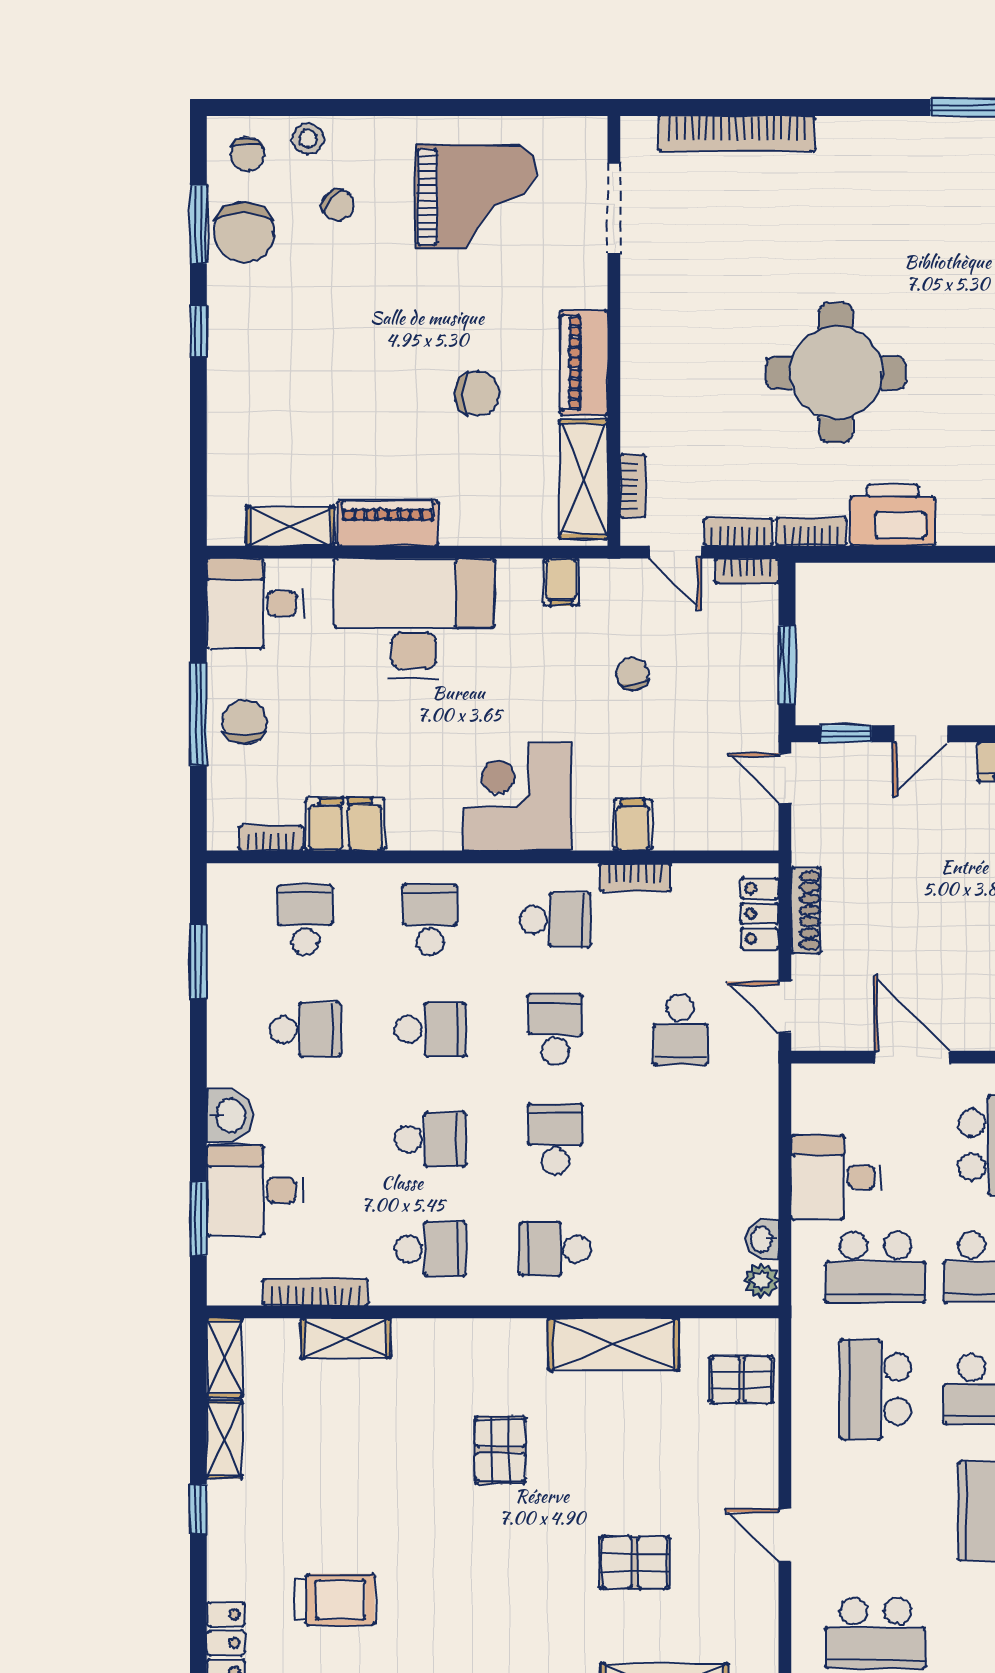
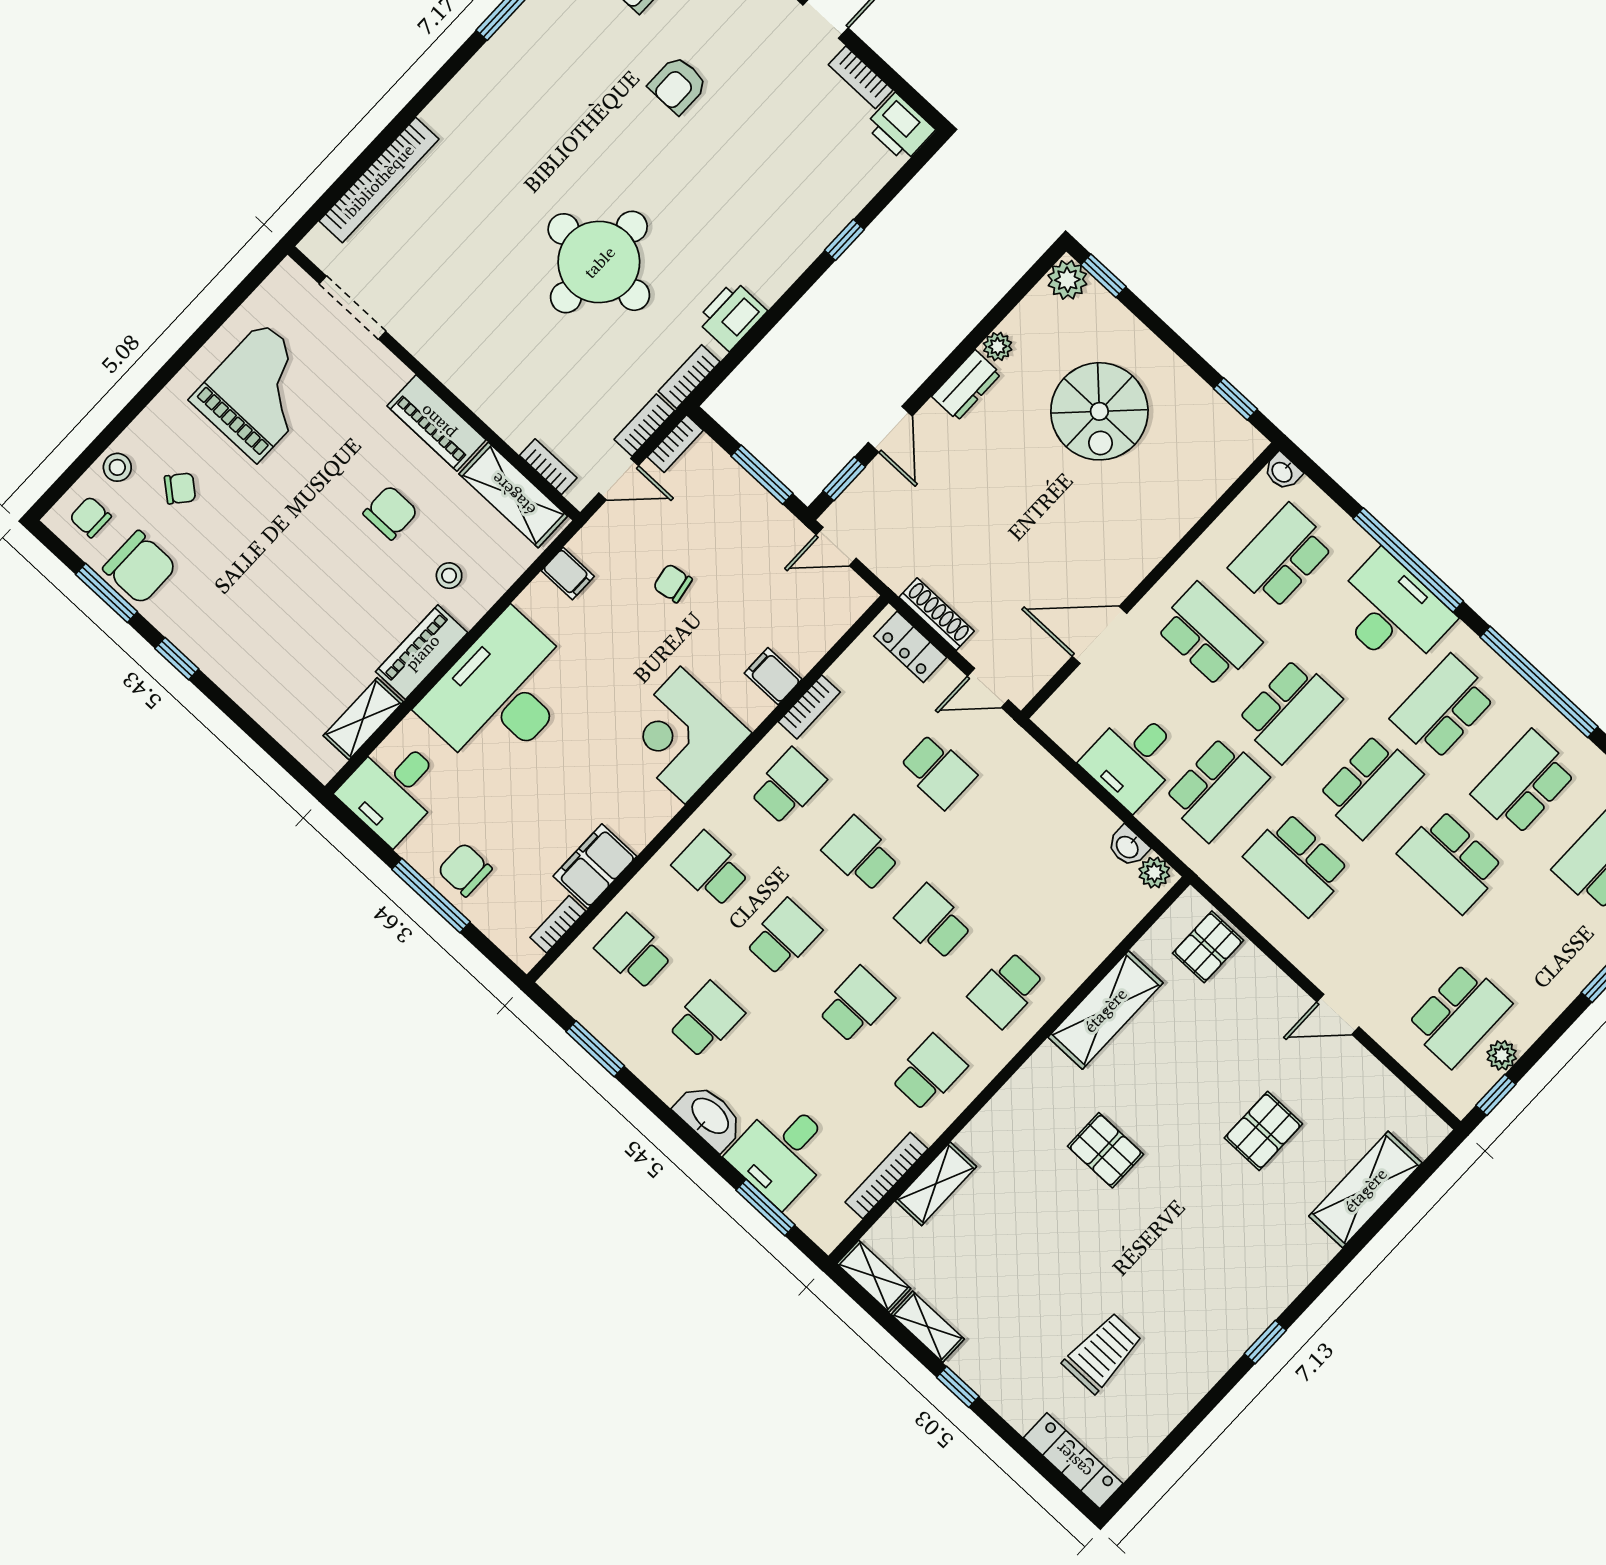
chair: (248, 154) -> (90, 517), turned 180
stool: (470, 488) -> (449, 576), added
printer: (893, 515) -> (732, 316), width x0.73, depth x0.84
washbasin: (229, 1115) -> (709, 1117), width x1.38

